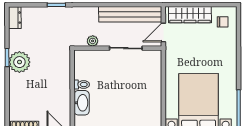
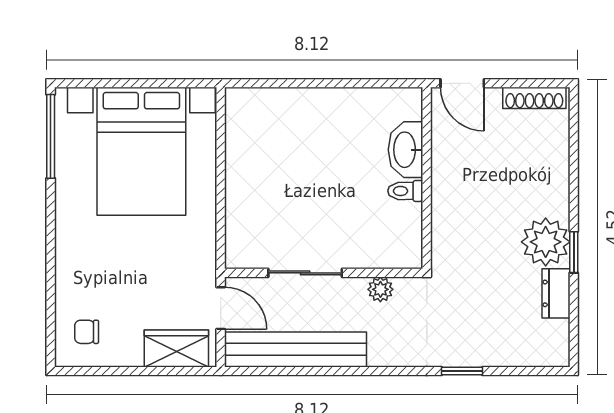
wardrobe: (190, 15) -> (176, 348), width x0.67
dresser: (15, 18) -> (556, 293), moved
door: (163, 32) -> (221, 308), hinge flipped

